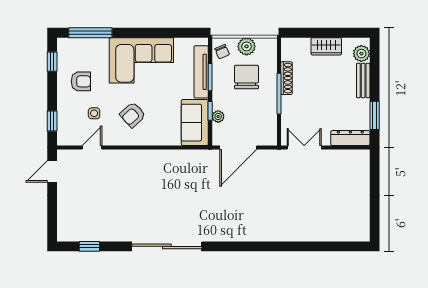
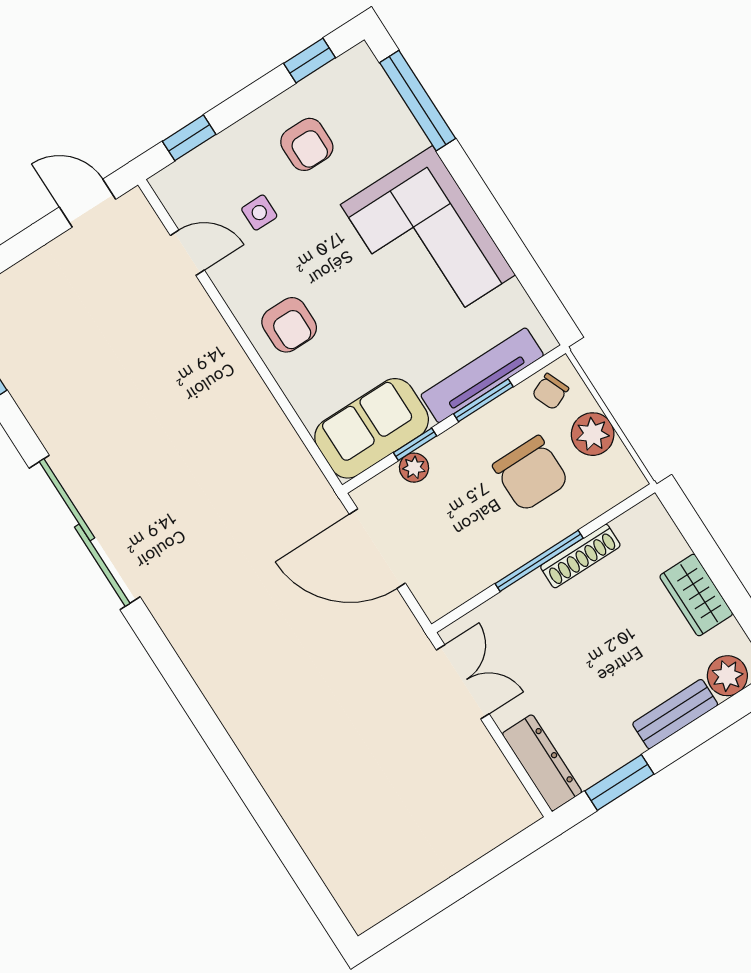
chair: (246, 77) -> (531, 474), turned 90
armchair: (133, 115) -> (289, 325), moved, turned -138

